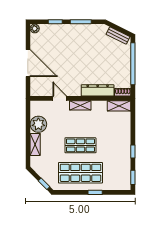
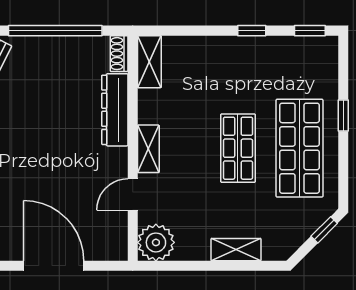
door: (28, 63) -> (54, 266), hinge flipped
plant: (38, 124) -> (156, 242), moved

